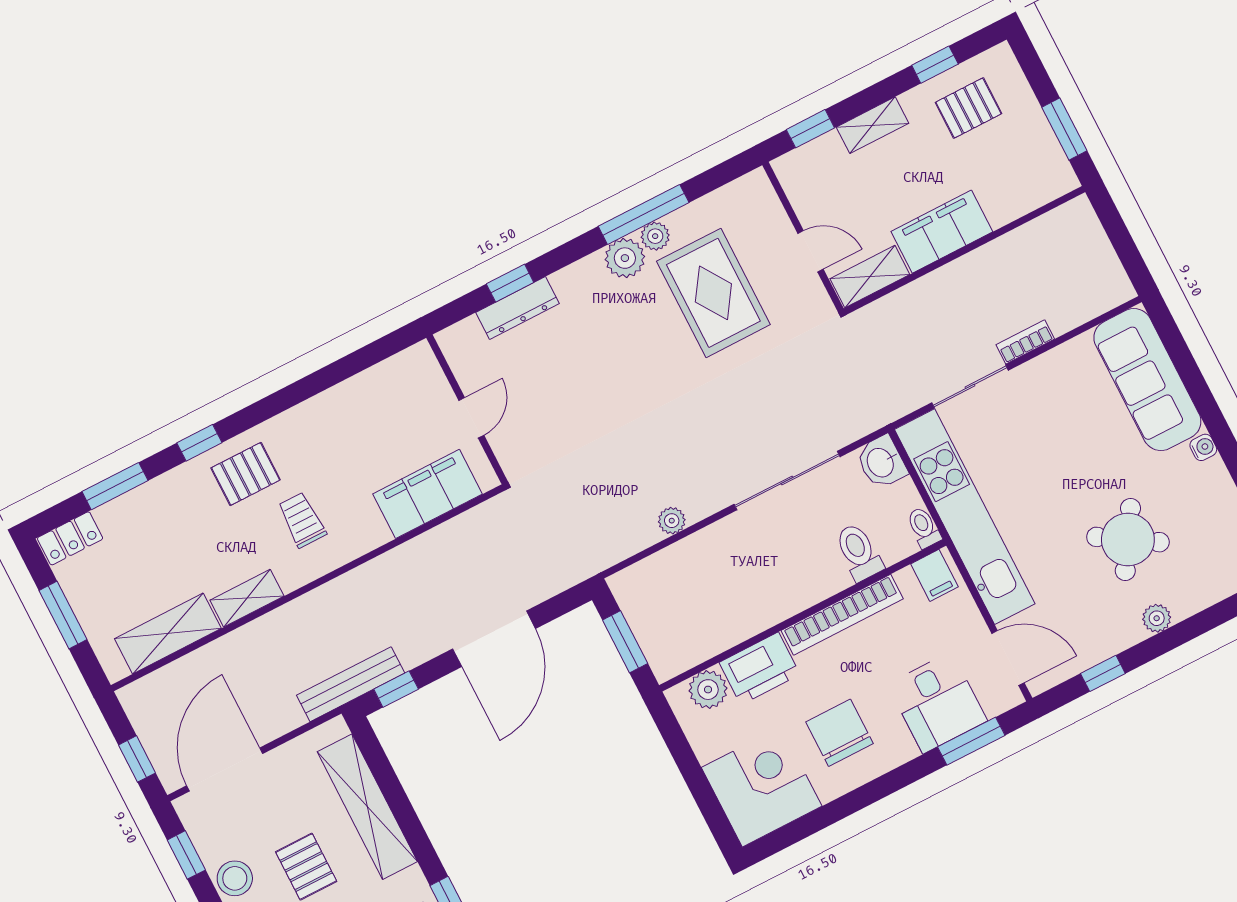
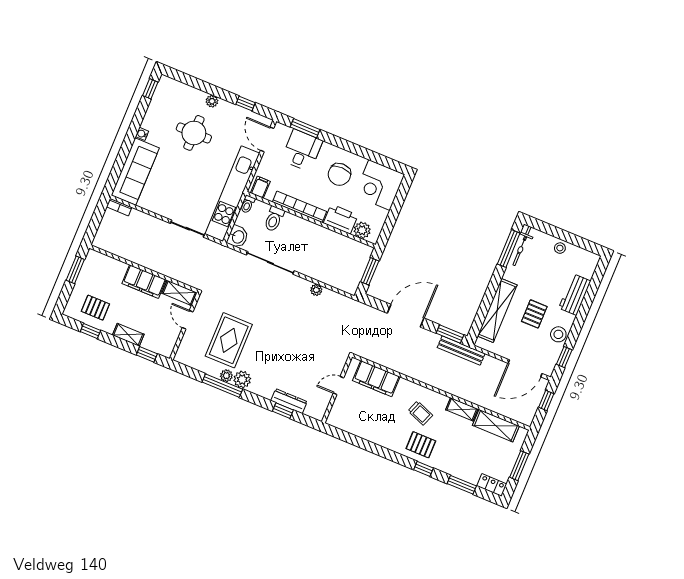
bookcase: (1025, 342) -> (119, 207), moved
trolley: (302, 520) -> (420, 413), turned -69
round table: (1128, 540) -> (194, 133), turned -32
window: (396, 689) -> (450, 334), width x1.50

